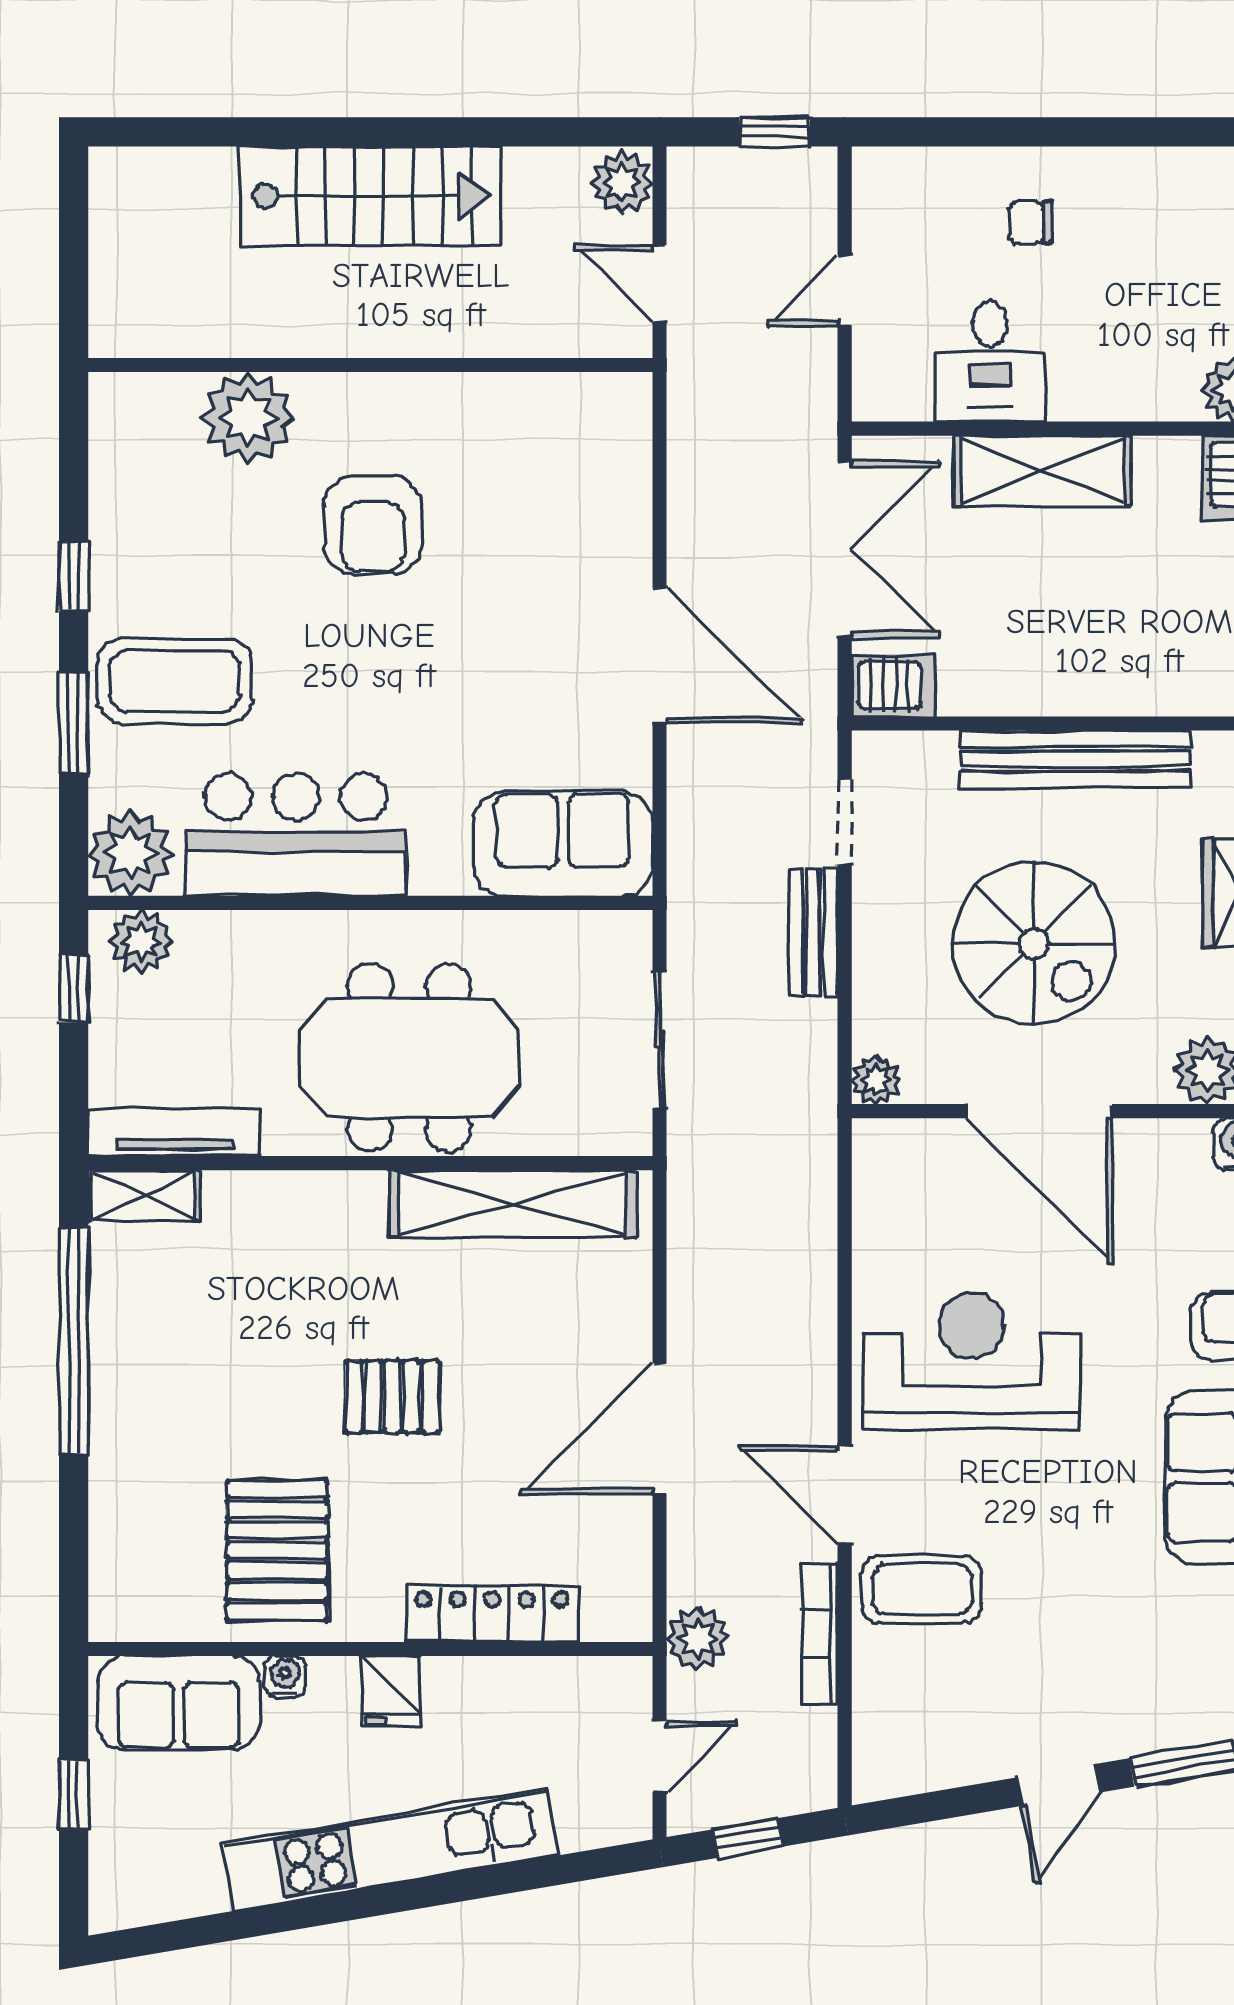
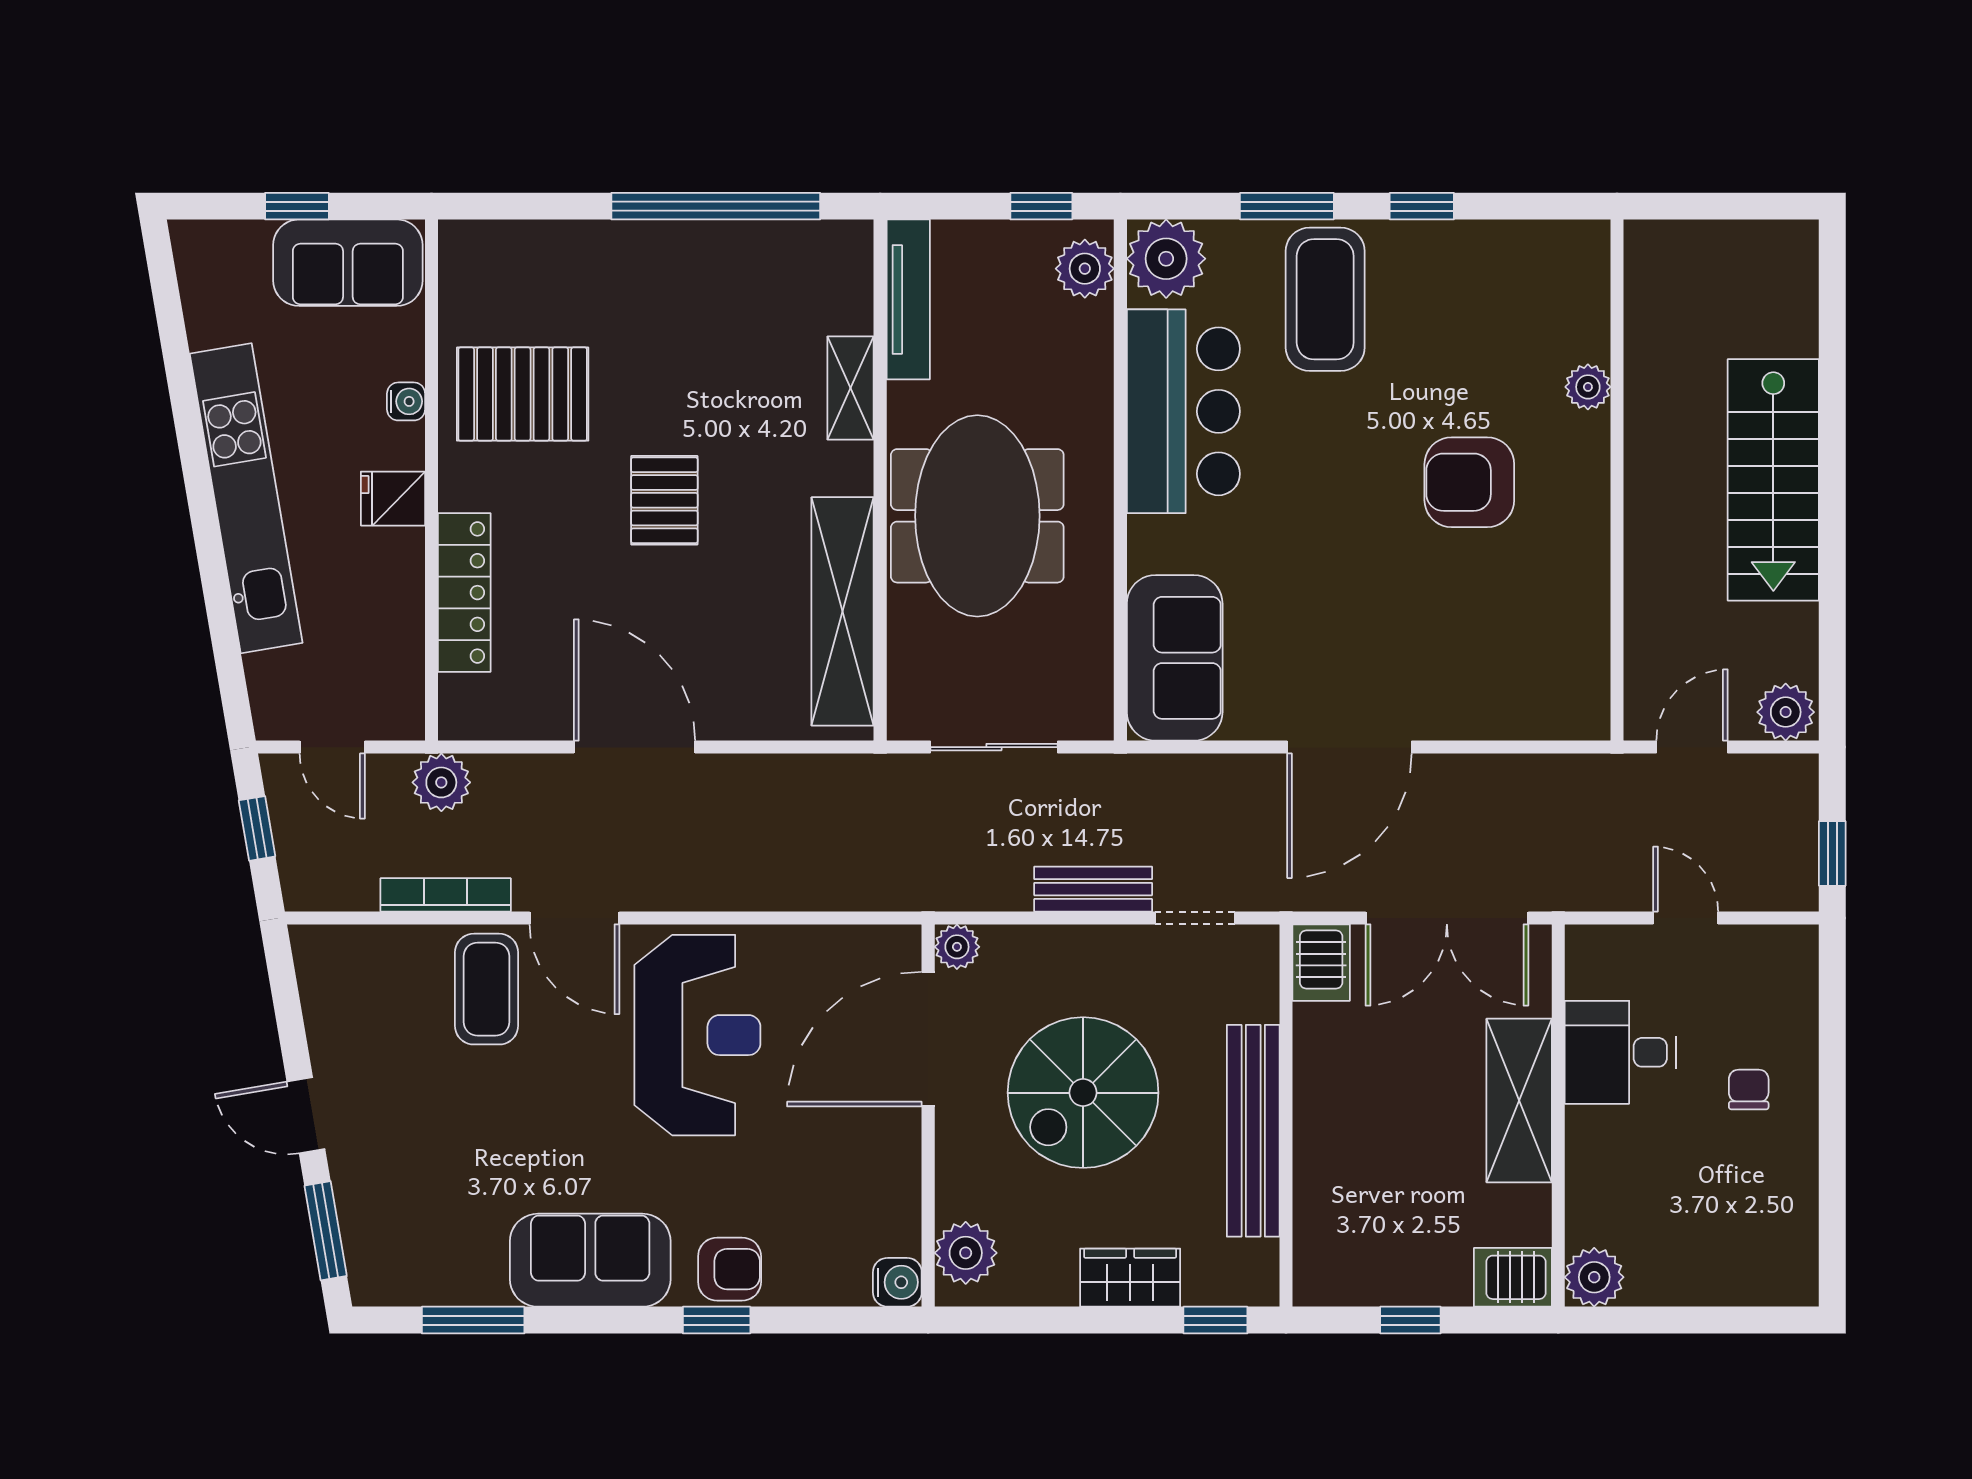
plant: (248, 418) -> (1588, 387), width x0.53, depth x0.53
door: (1039, 1111) -> (928, 1039), moved
shelving: (144, 1195) -> (850, 388), moved
door: (845, 1494) -> (574, 918), swing flipped
sofa: (179, 1703) -> (348, 263), moved, turned -90

